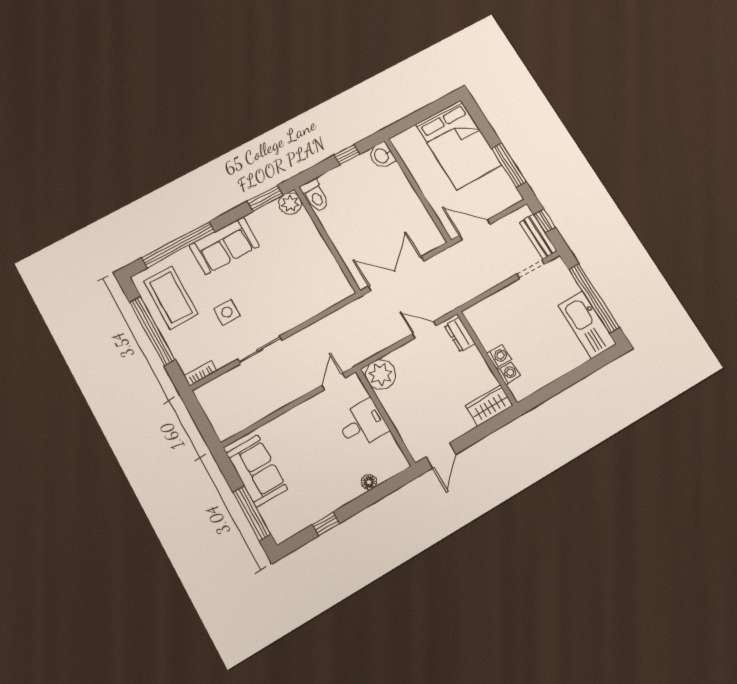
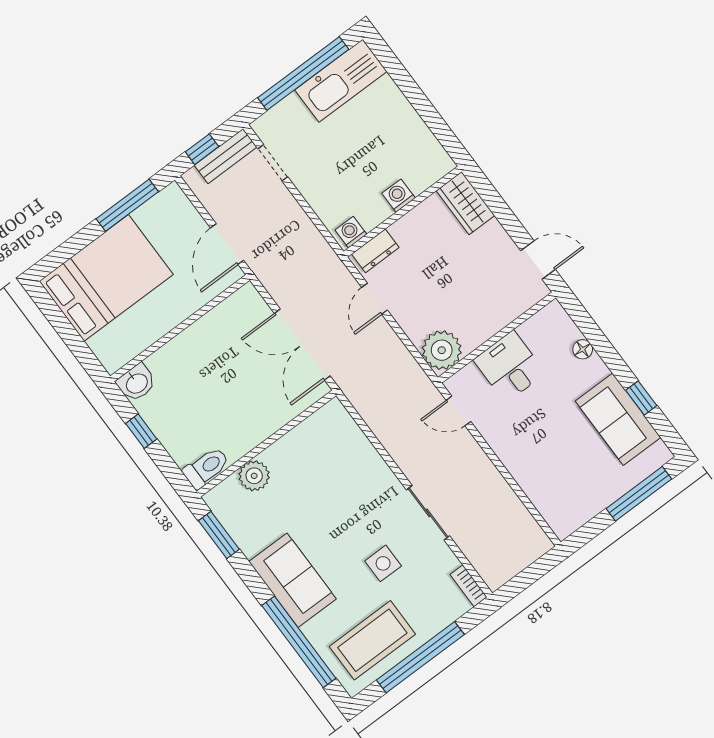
plant: (290, 204) -> (254, 476), moved
washing machine: (509, 373) -> (351, 232), moved
sofa: (257, 471) -> (618, 419), moved, turned -90

